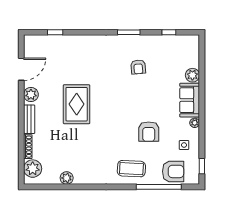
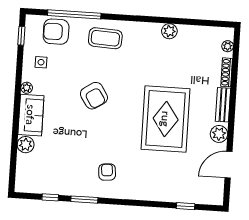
window: (129, 32) -> (84, 200), moved
armchair: (138, 67) -> (107, 172), moved
rug: (77, 104) -> (166, 119), width x1.37, depth x1.44
armchair: (149, 132) -> (94, 96), moved, turned 147
plant: (33, 169) -> (228, 46), width x0.53, depth x0.53
plant: (67, 178) -> (169, 31), moved

